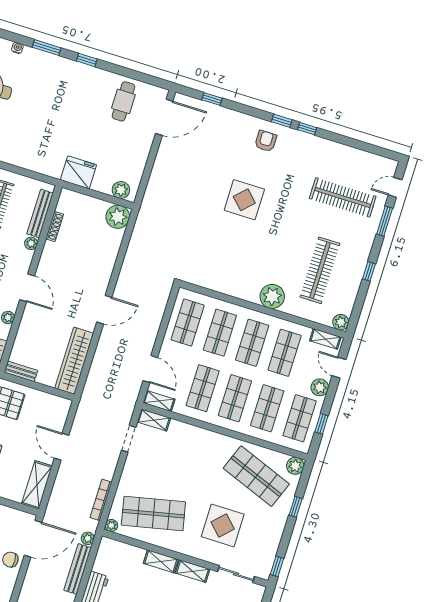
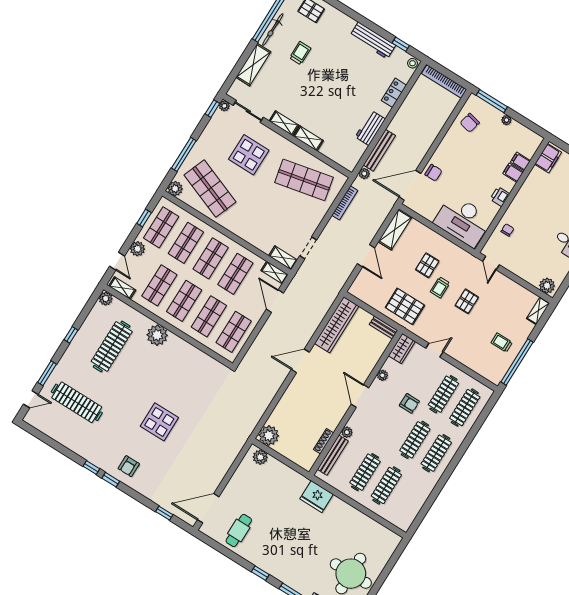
fridge: (78, 172) -> (317, 497), moved
window: (296, 507) -> (184, 154), width x2.17
plant: (111, 525) -> (224, 106), moved

